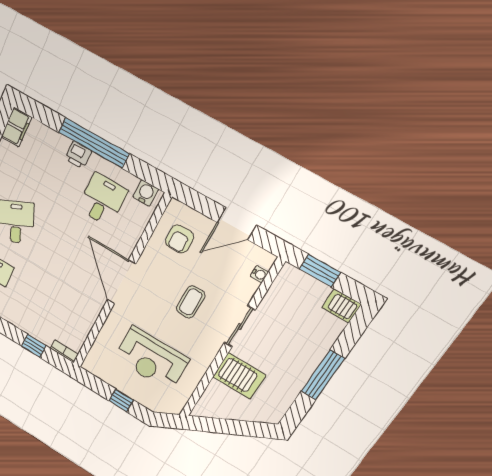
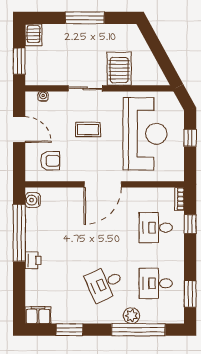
window: (94, 143) -> (19, 233), moved
desk: (102, 200) -> (156, 228), moved
reception desk: (151, 359) -> (145, 134), width x1.36, depth x1.30

